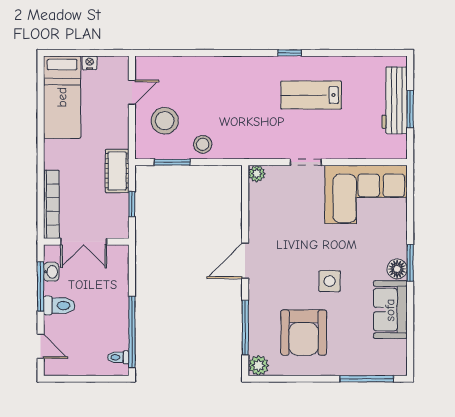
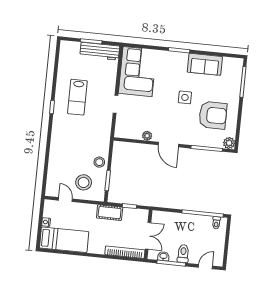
workbench: (395, 100) -> (100, 51), moved
plant: (257, 174) -> (147, 136), moved
floor lamp: (397, 269) -> (182, 58), removed

